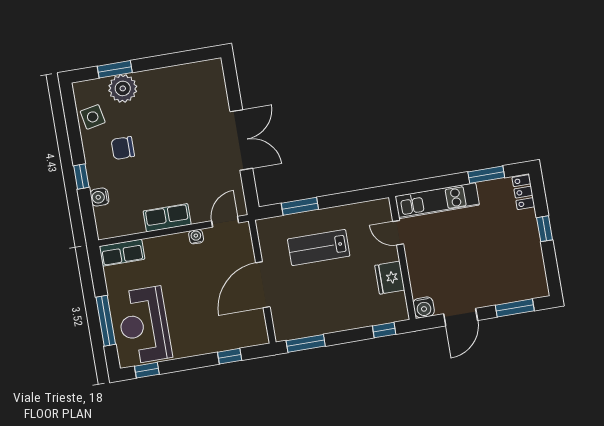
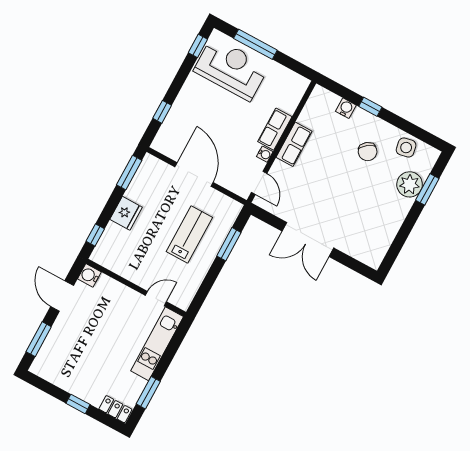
chair: (123, 148) -> (368, 152), turned 144
row of seats: (122, 253) -> (275, 129), moved
fridge: (390, 278) -> (126, 213), moved, turned 90

